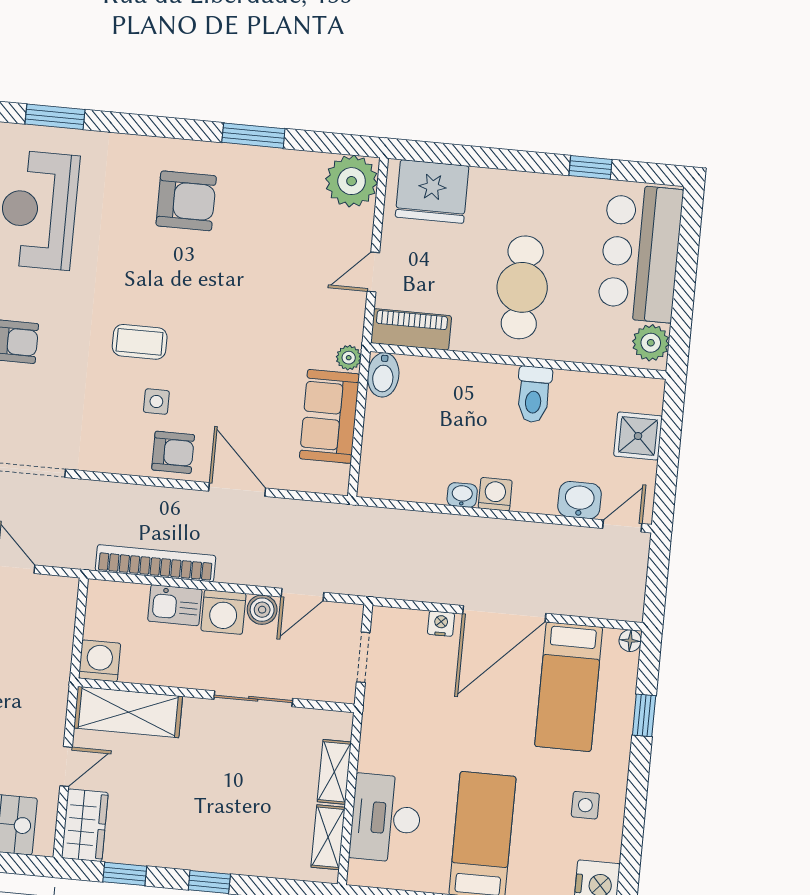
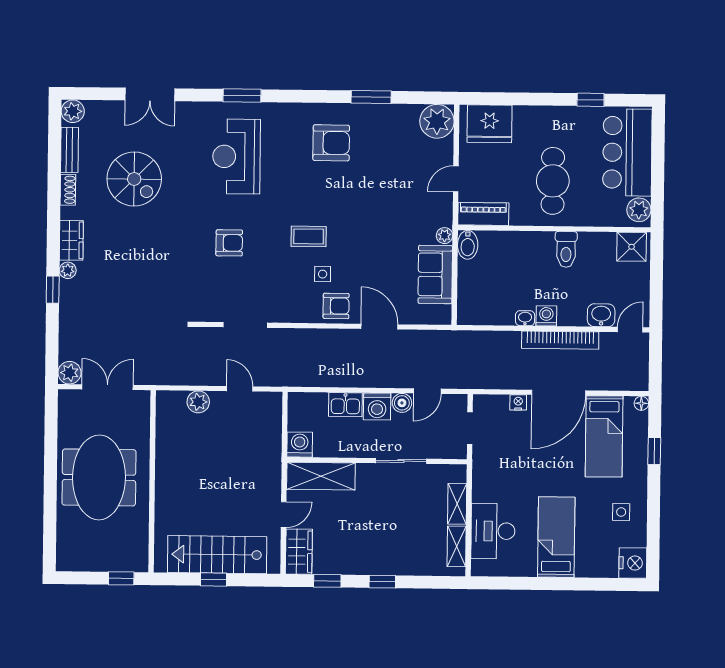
shower: (638, 436) -> (632, 247), moved
bookcase: (155, 563) -> (560, 340), moved, turned 180

